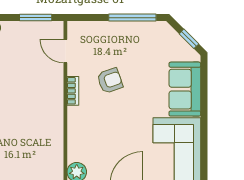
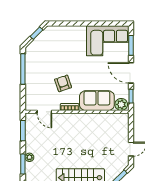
door: (65, 51) -> (44, 112), hinge flipped
sofa: (185, 89) -> (97, 101), moved, turned 180

